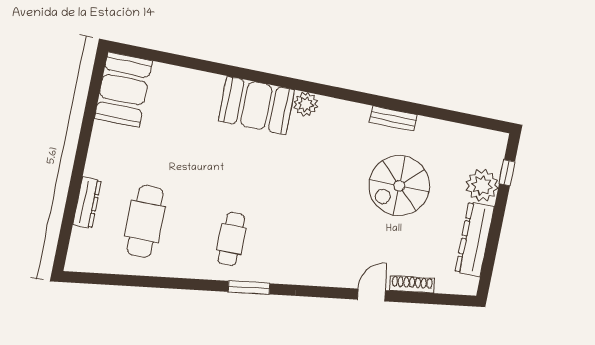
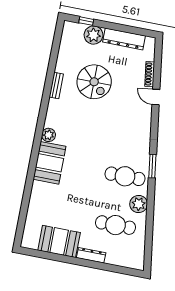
booth: (123, 90) -> (59, 241), moved
dresser: (87, 202) -> (91, 255), moved
cafe table: (231, 239) -> (125, 176), width x1.37, depth x1.35
plant: (182, 263) -> (139, 204), added

